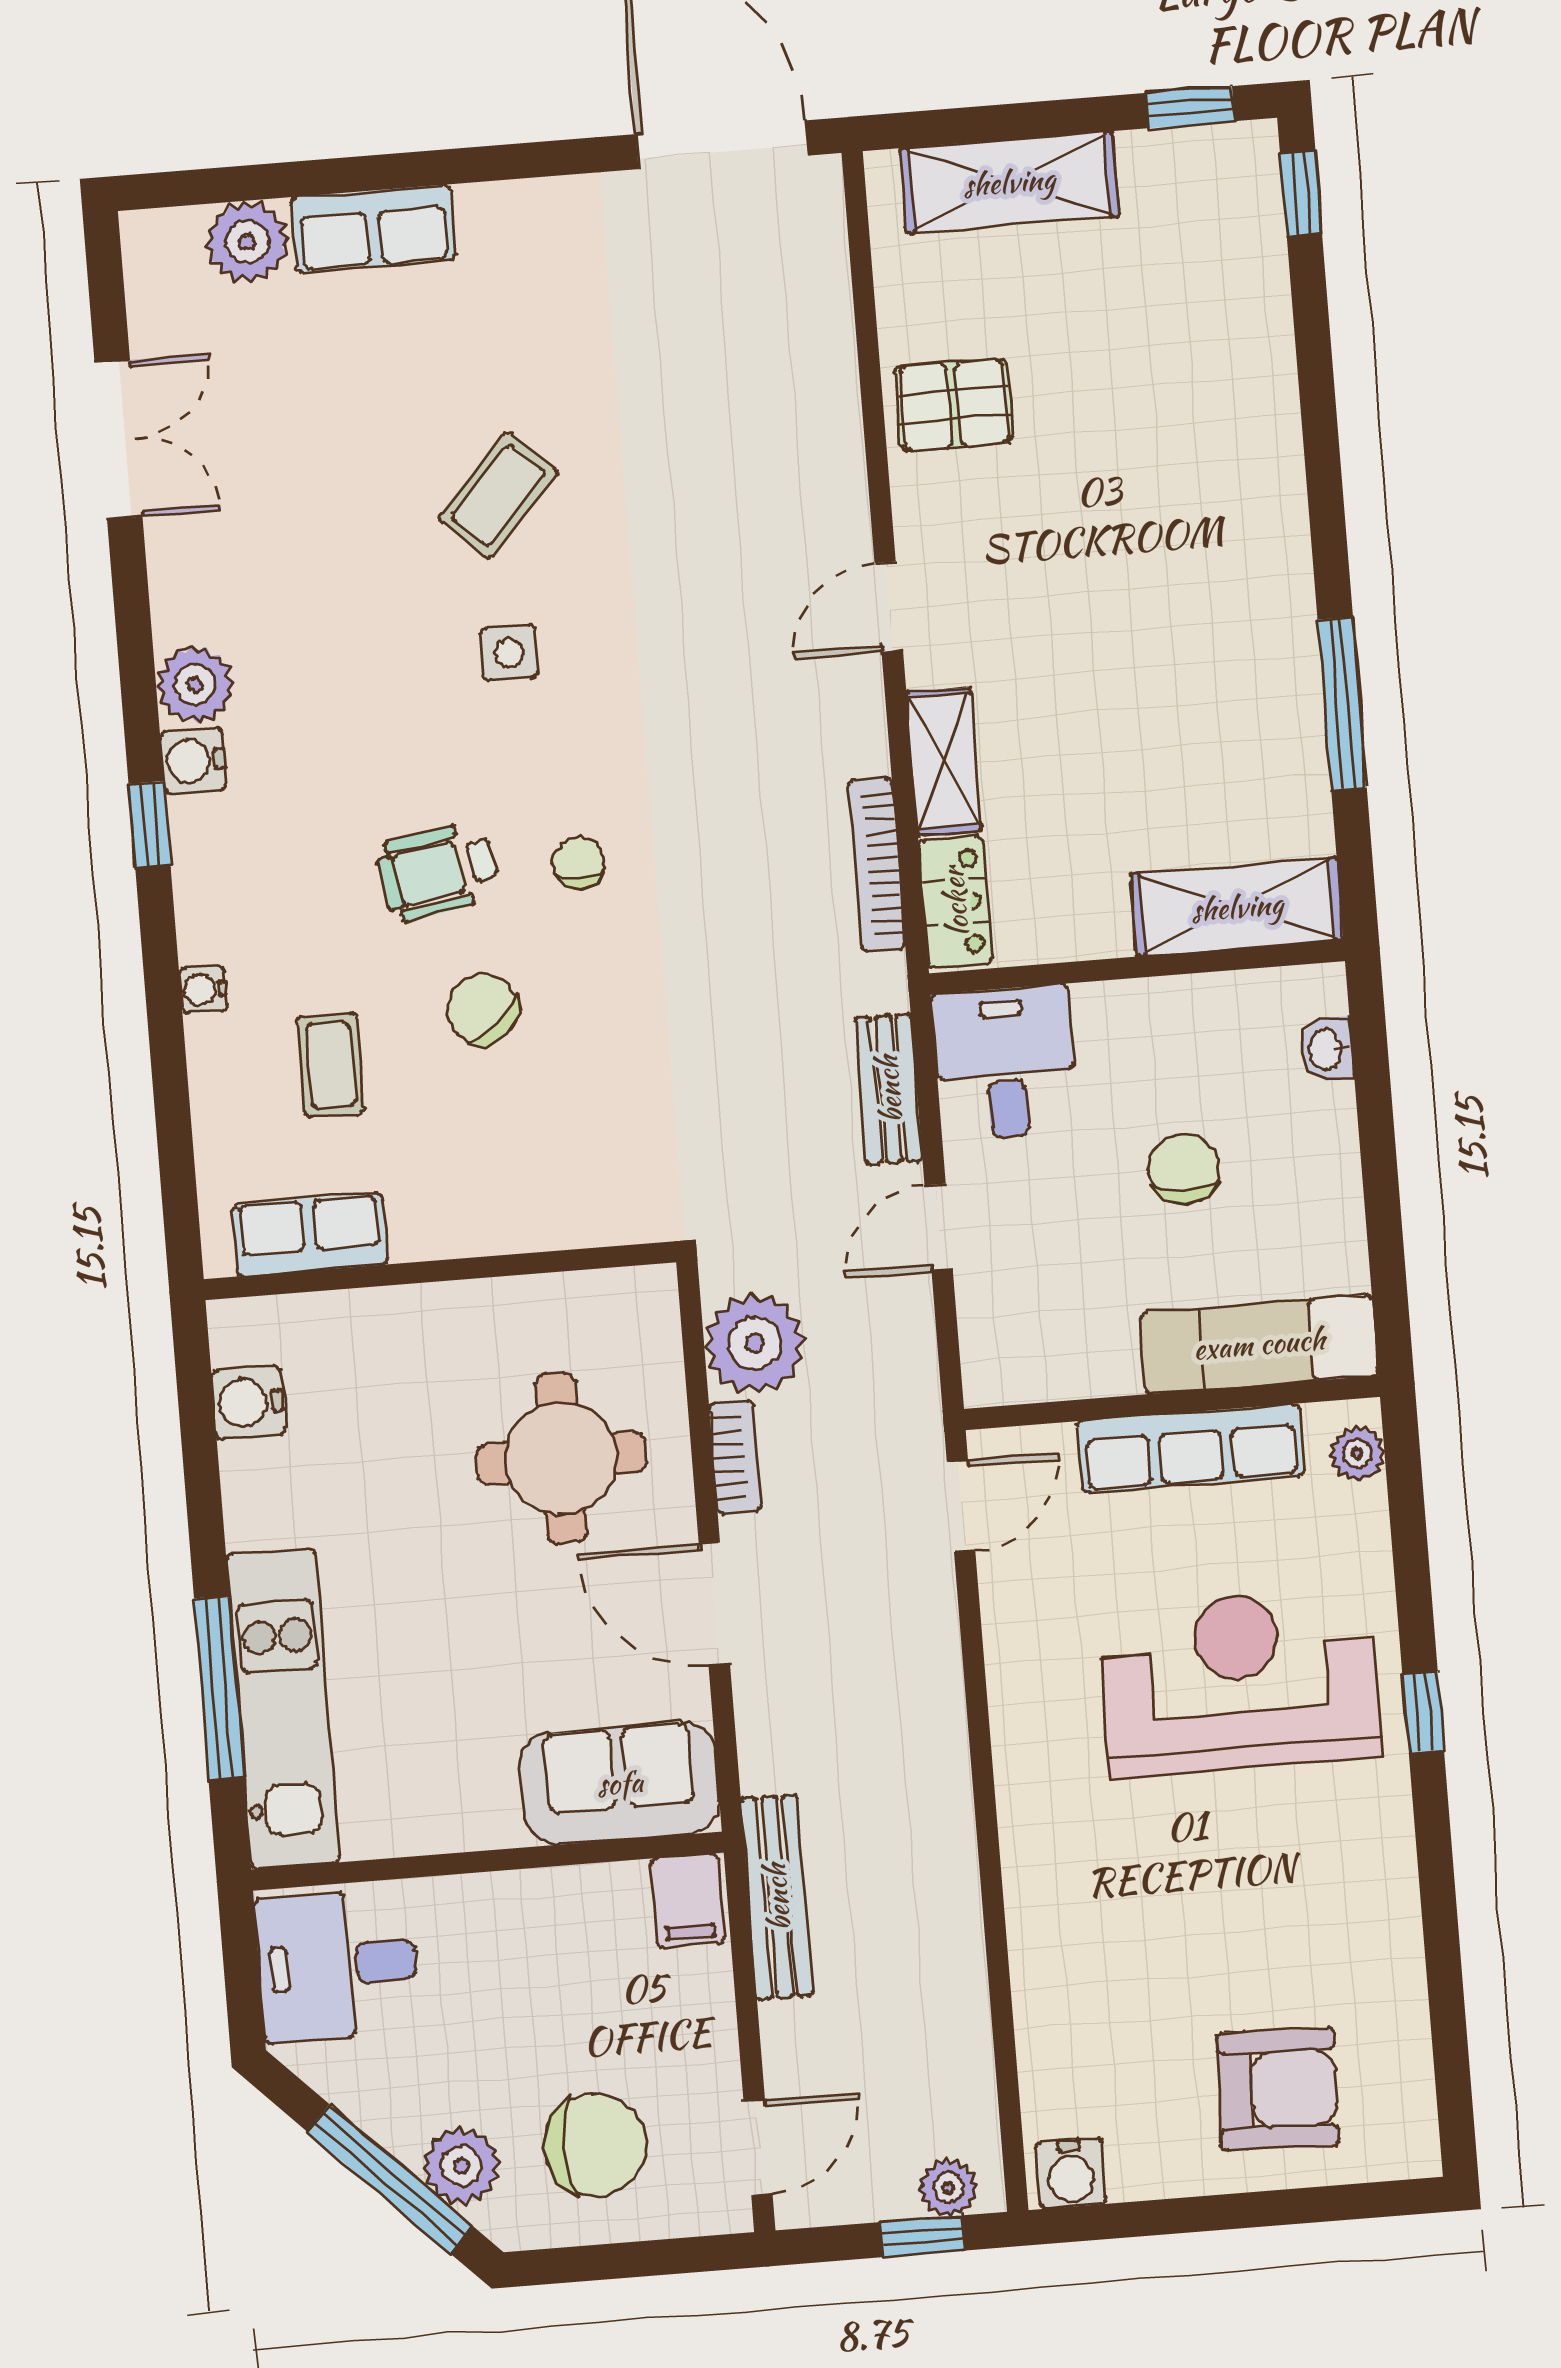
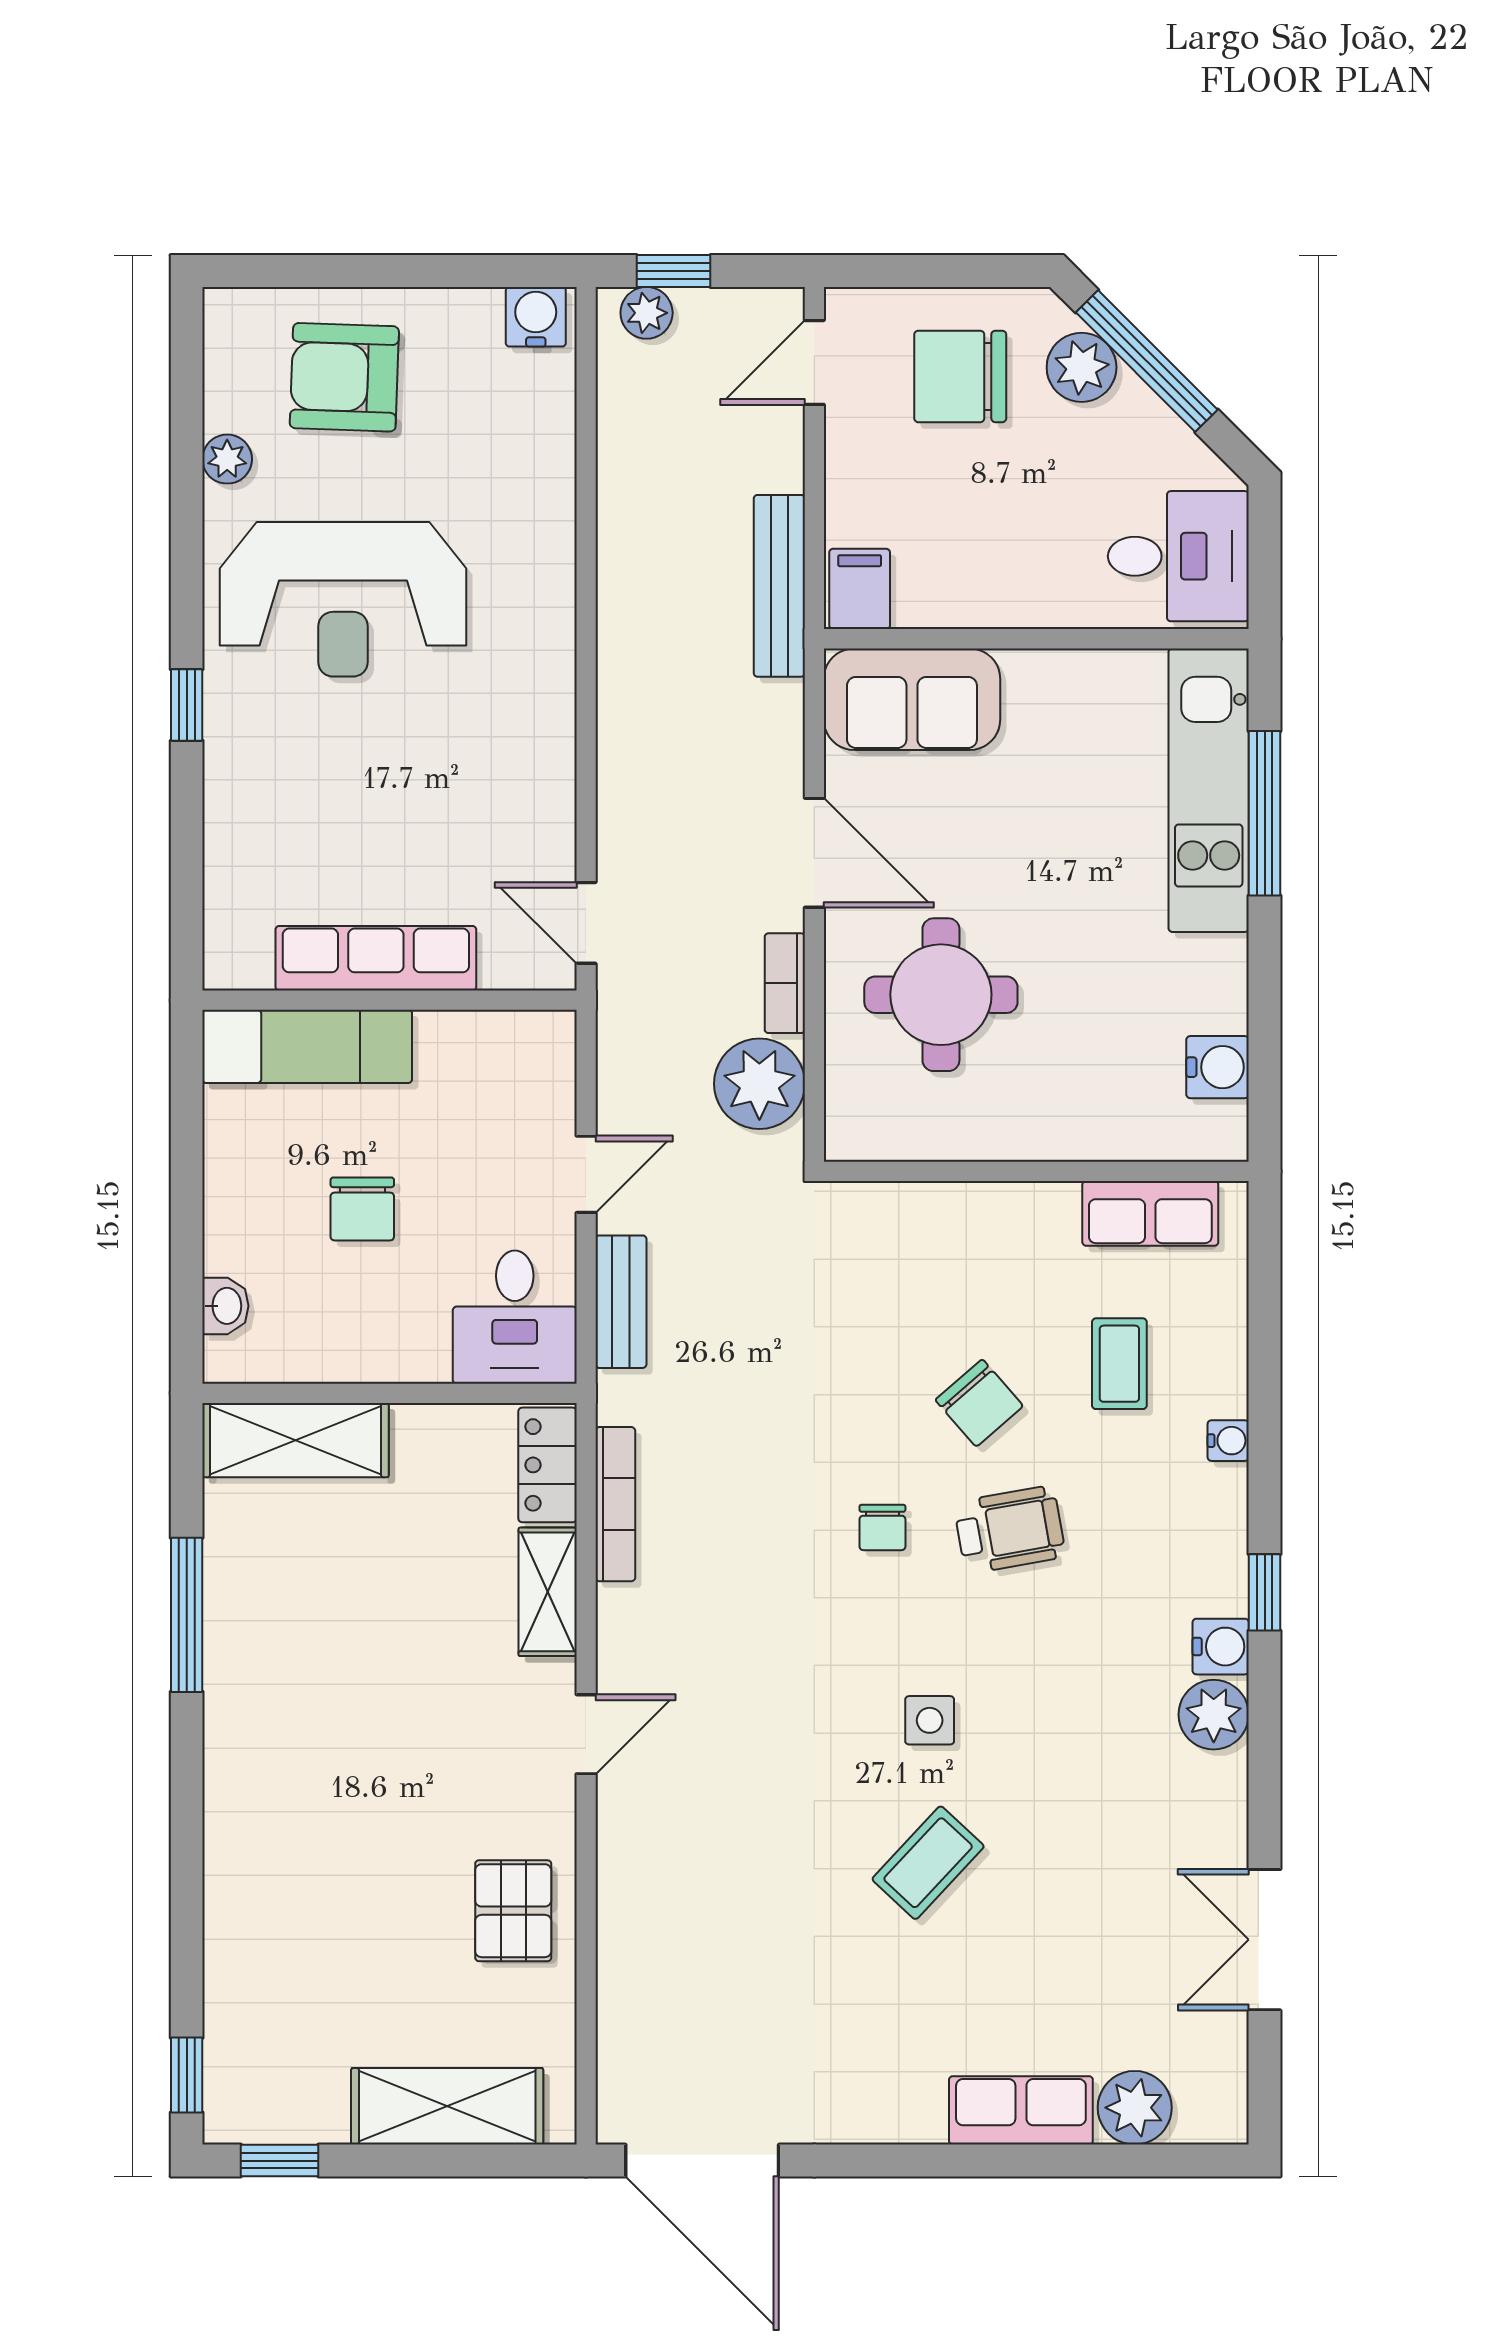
pallet: (954, 405) -> (513, 1911), turned 90
plant: (1357, 1454) -> (227, 459), moved
door: (961, 1506) -> (586, 923), hinge flipped
reception desk: (1240, 1682) -> (343, 599), moved

